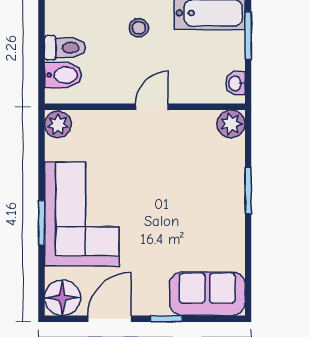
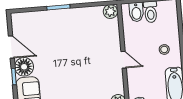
corner sofa: (82, 214) -> (65, 28), removed
floor lamp: (62, 298) -> (24, 67), moved

